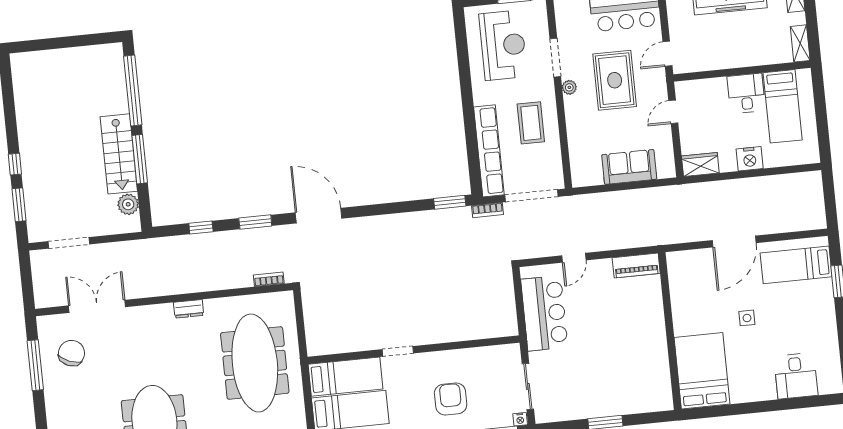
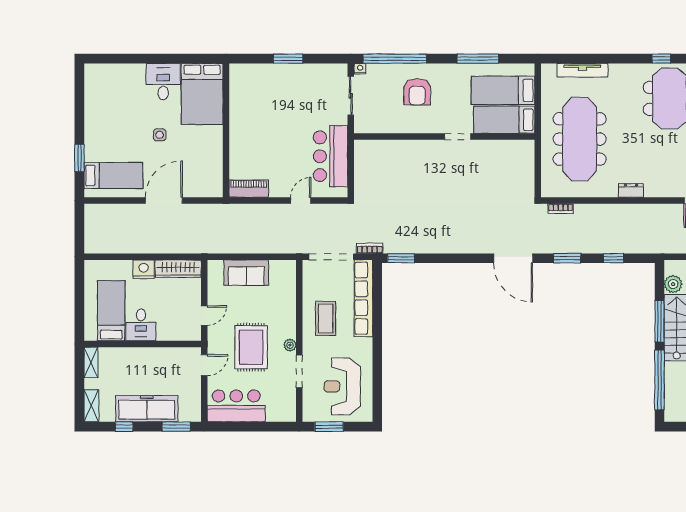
wardrobe: (700, 164) -> (178, 269), width x1.50
desk: (796, 376) -> (163, 82), moved

